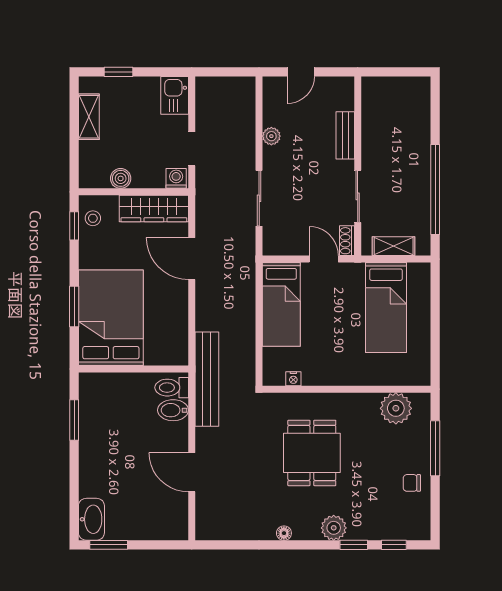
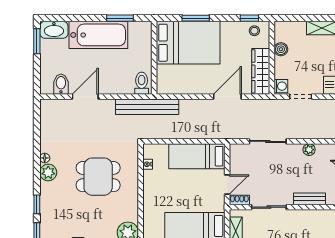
bidet: (173, 410) -> (61, 84), moved
bathtub: (99, 453) -> (98, 35), added
plant: (334, 528) -> (48, 172), moved

